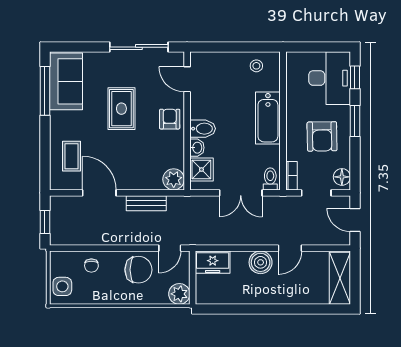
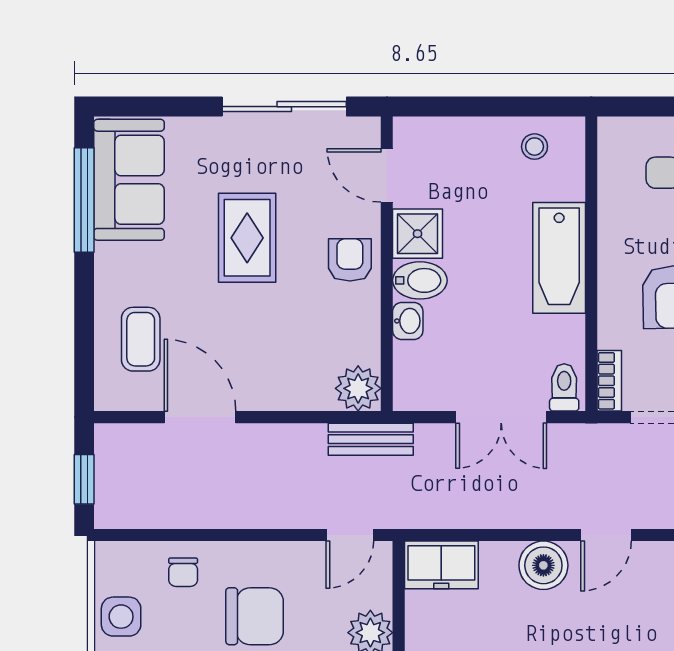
shower: (201, 170) -> (417, 234), moved
bench: (146, 203) -> (371, 439), moved
chair: (138, 270) -> (255, 616), moved

